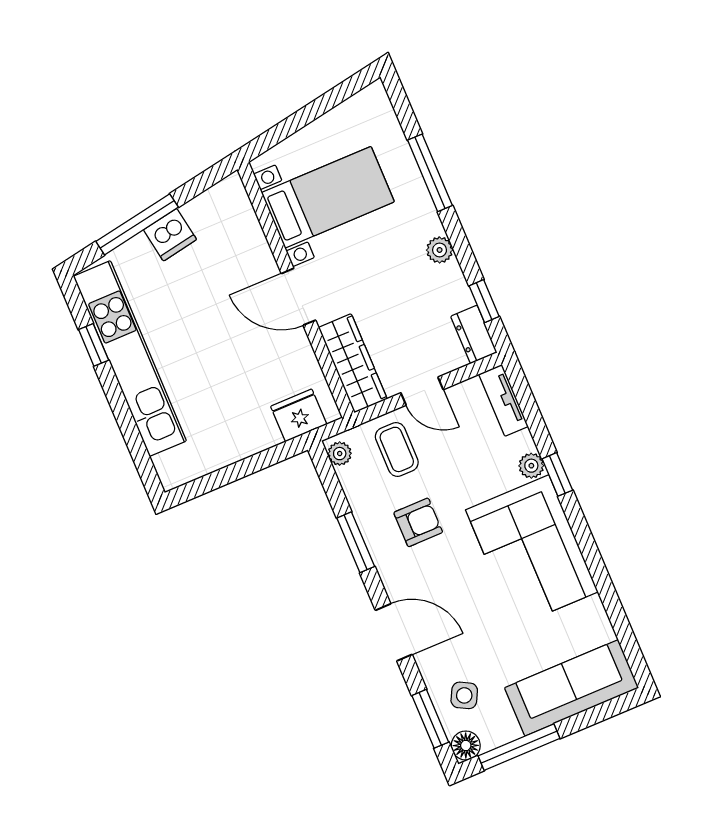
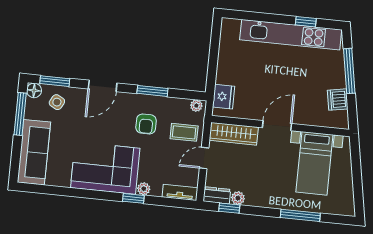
dishwasher: (170, 235) -> (338, 100), moved
plant: (440, 250) -> (238, 198), moved

